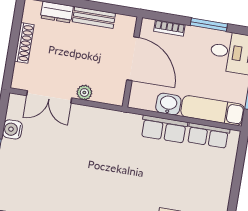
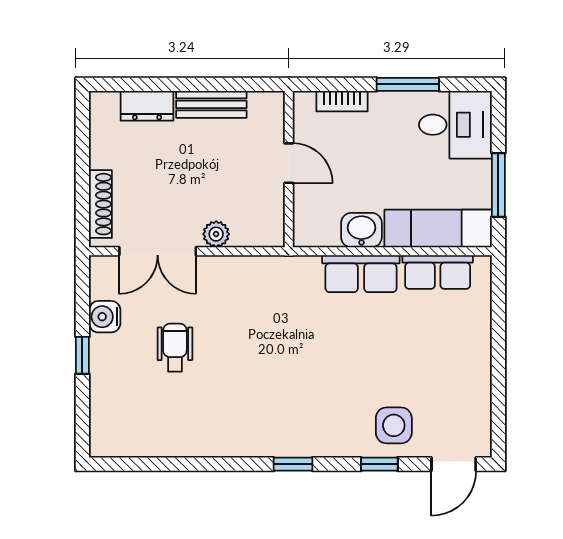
shoe rack: (24, 43) -> (100, 204), moved
door: (133, 59) -> (289, 163), width x0.53
wheelchair: (50, 154) -> (175, 348), added

